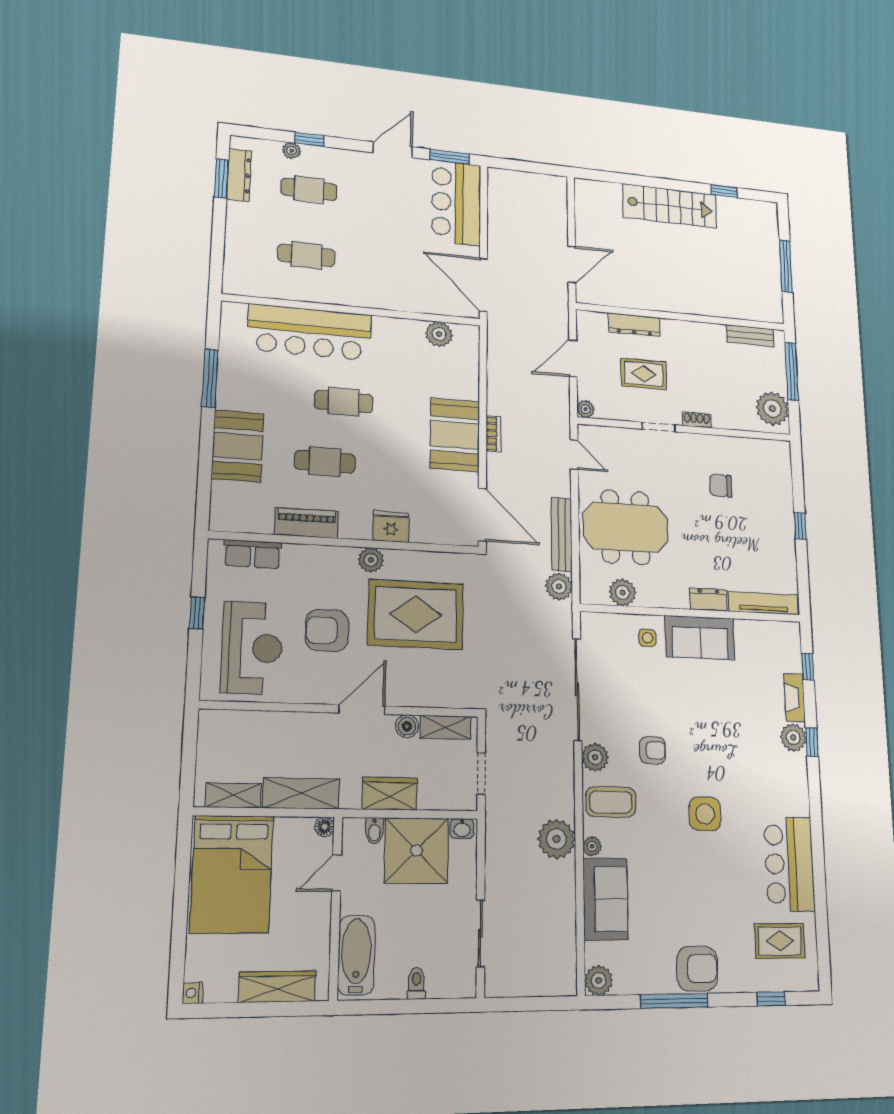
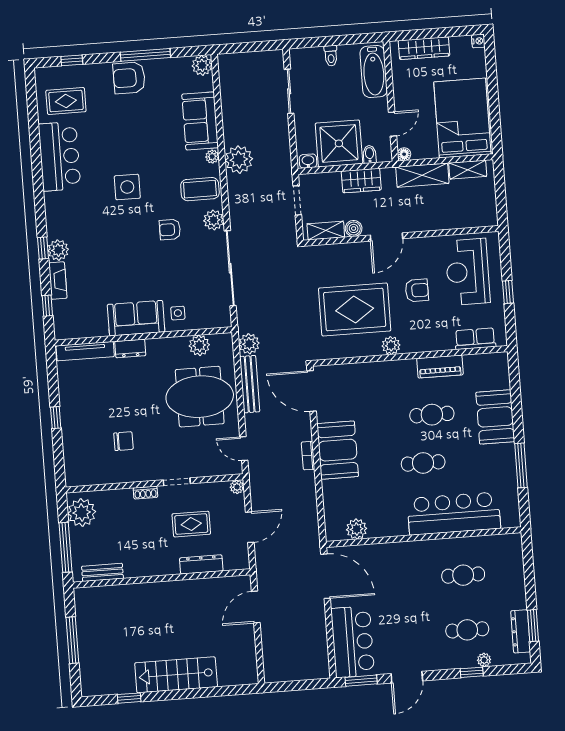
fridge: (391, 527) -> (379, 372), removed
armchair: (327, 630) -> (417, 290), width x0.72, depth x0.72

